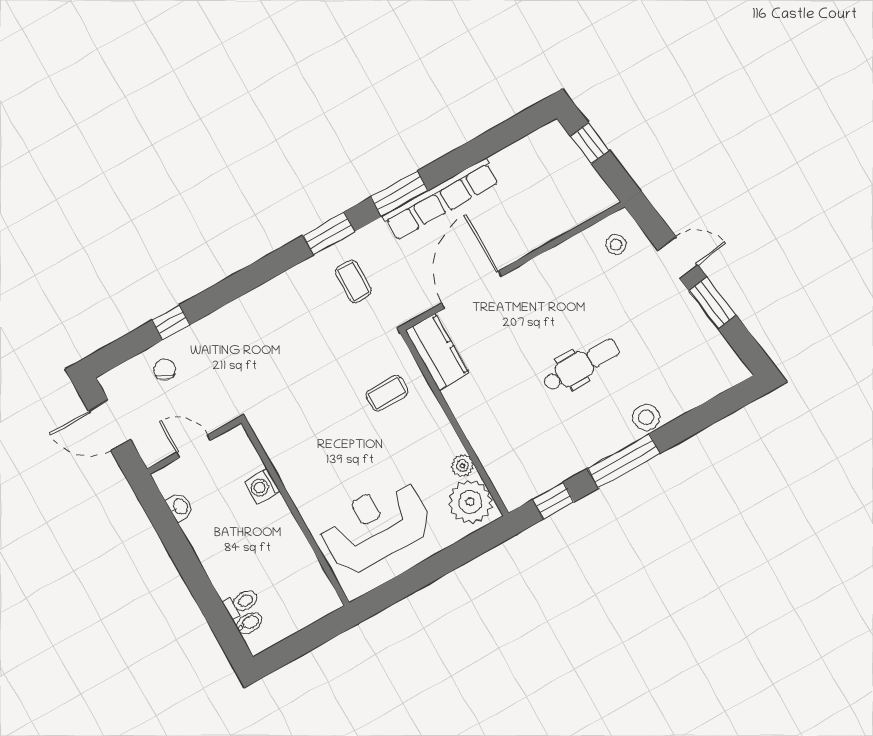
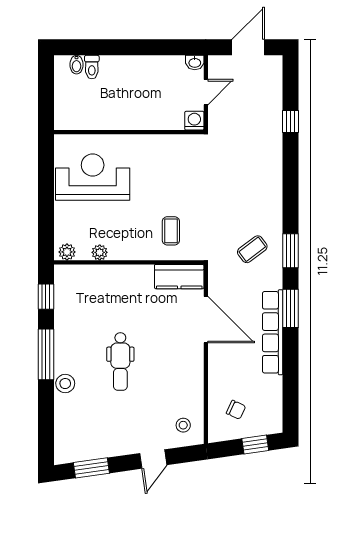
coffee table: (353, 281) -> (252, 249), turned -37
window: (712, 303) -> (91, 468), moved
chair: (165, 370) -> (236, 410), moved
washing machine: (262, 486) -> (194, 121), moved
plant: (470, 502) -> (67, 252), width x0.53, depth x0.53
washbasin: (180, 507) -> (195, 62), moved
reception desk: (375, 526) -> (93, 177), turned -90

